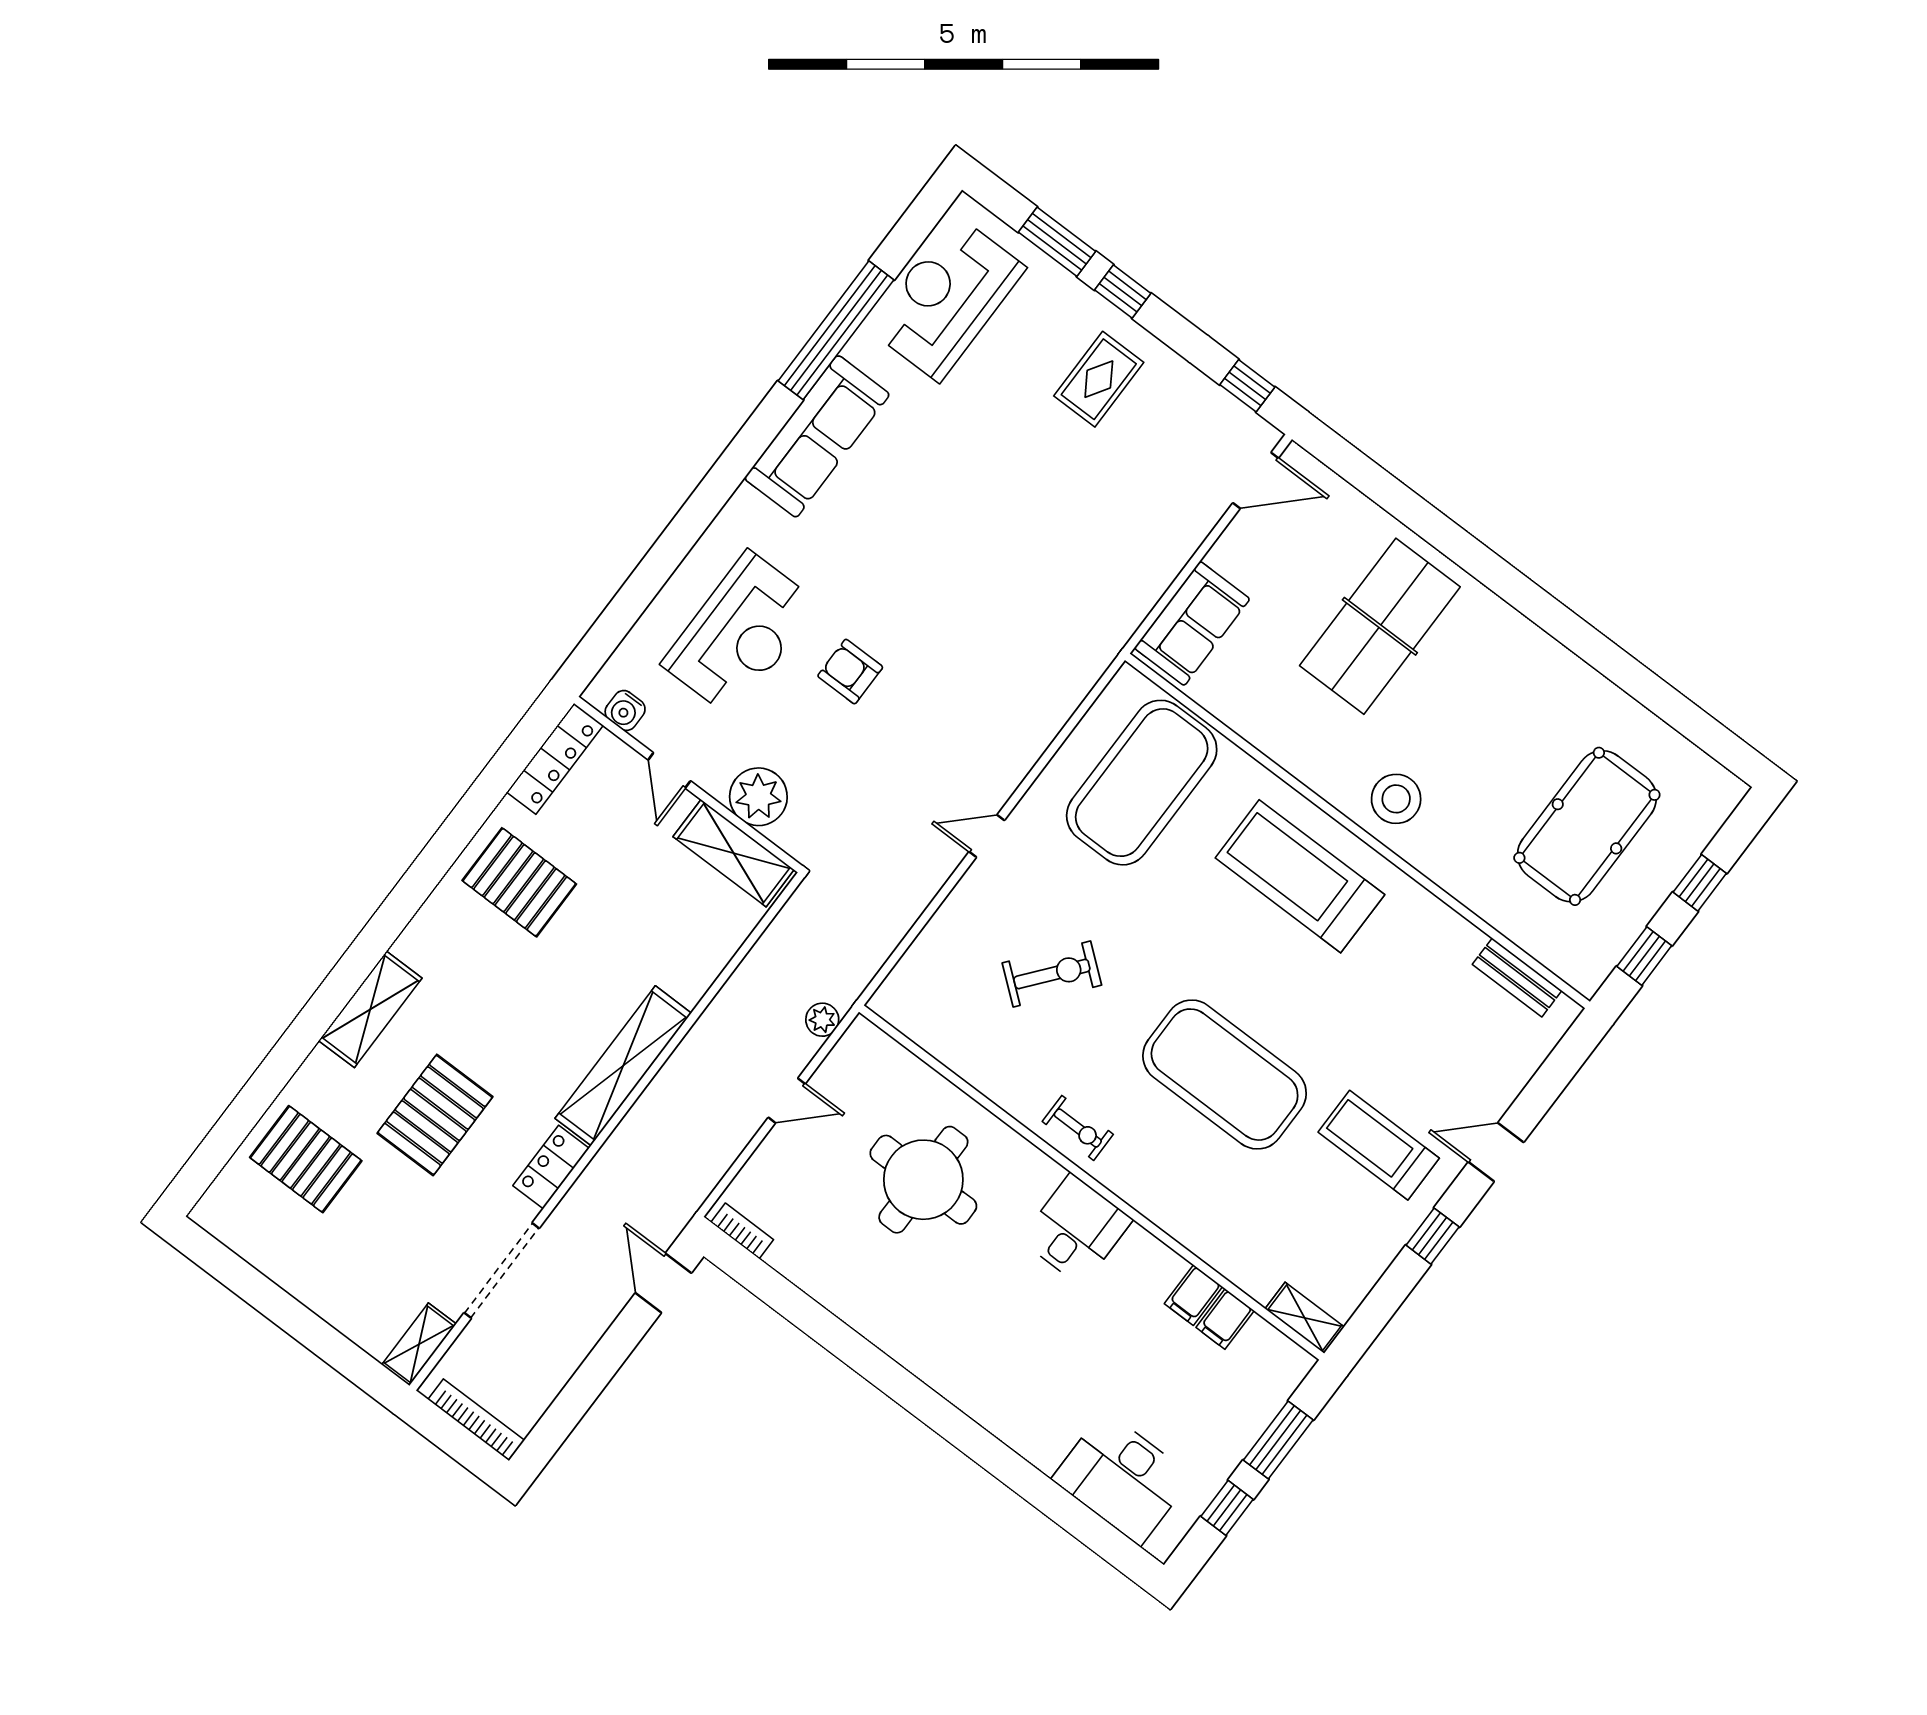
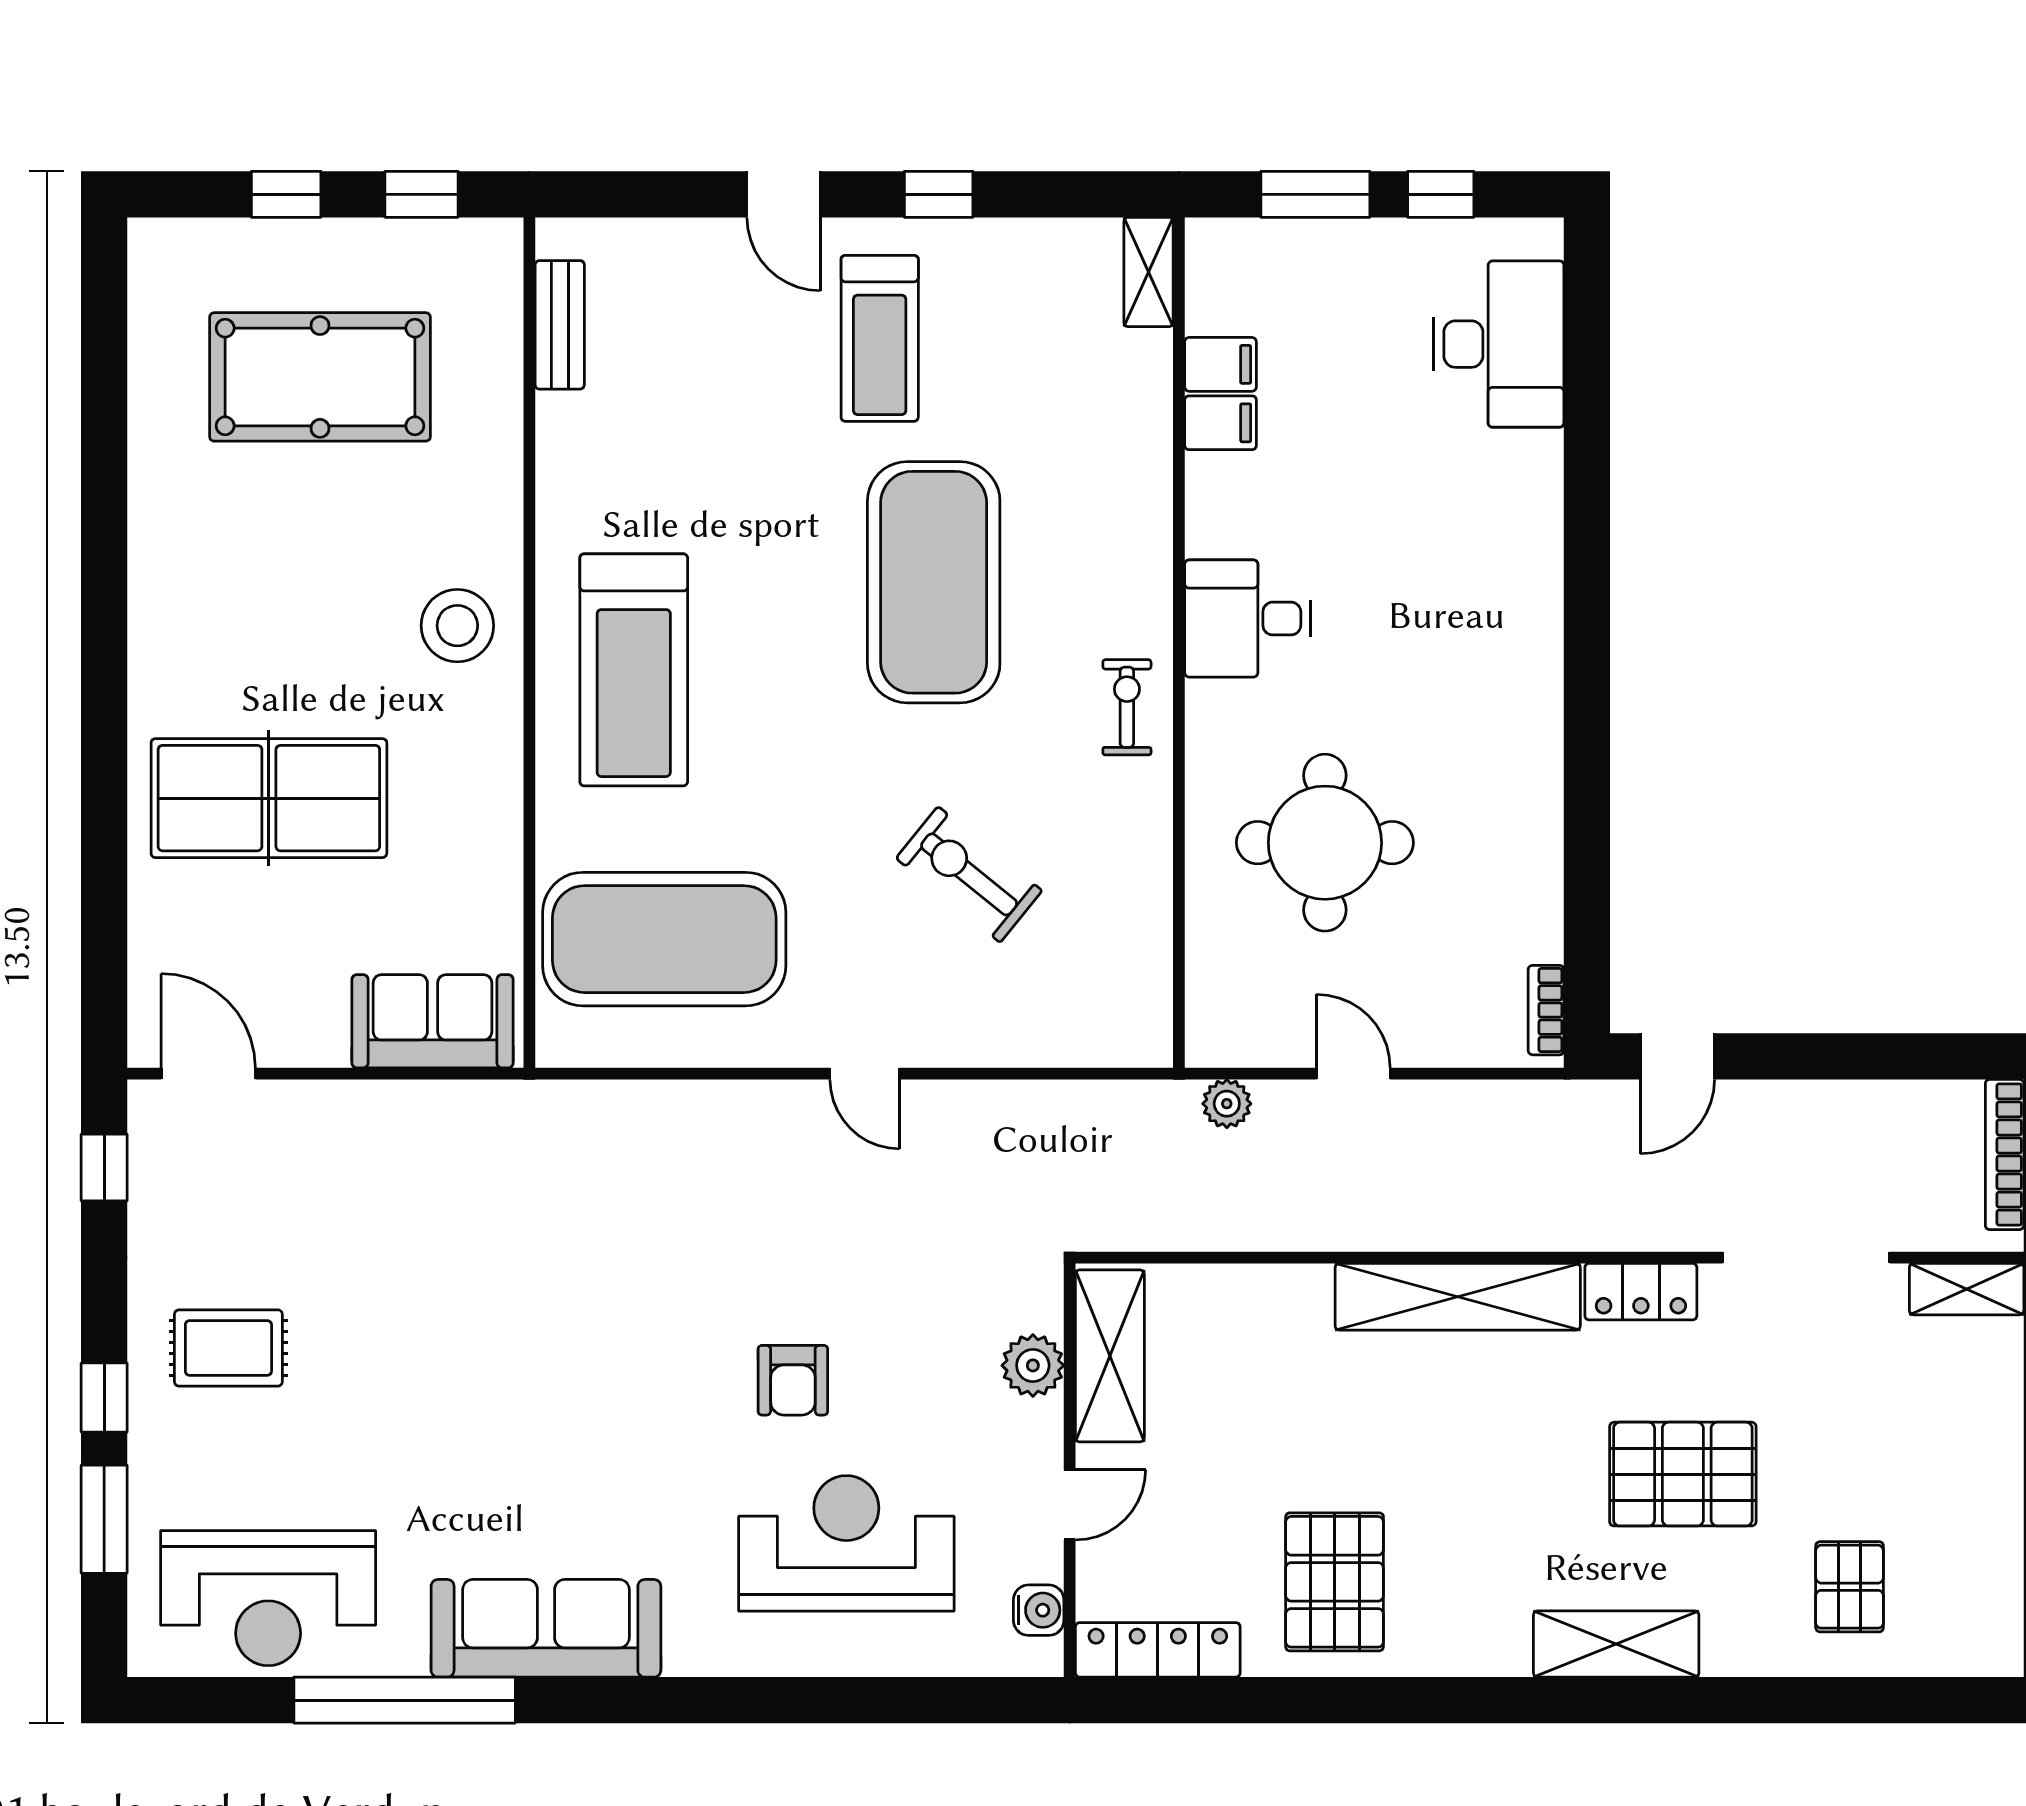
plant: (758, 797) -> (1033, 1365), width x0.73, depth x0.73
pallet: (306, 1159) -> (1850, 1587), width x0.67, depth x0.71

